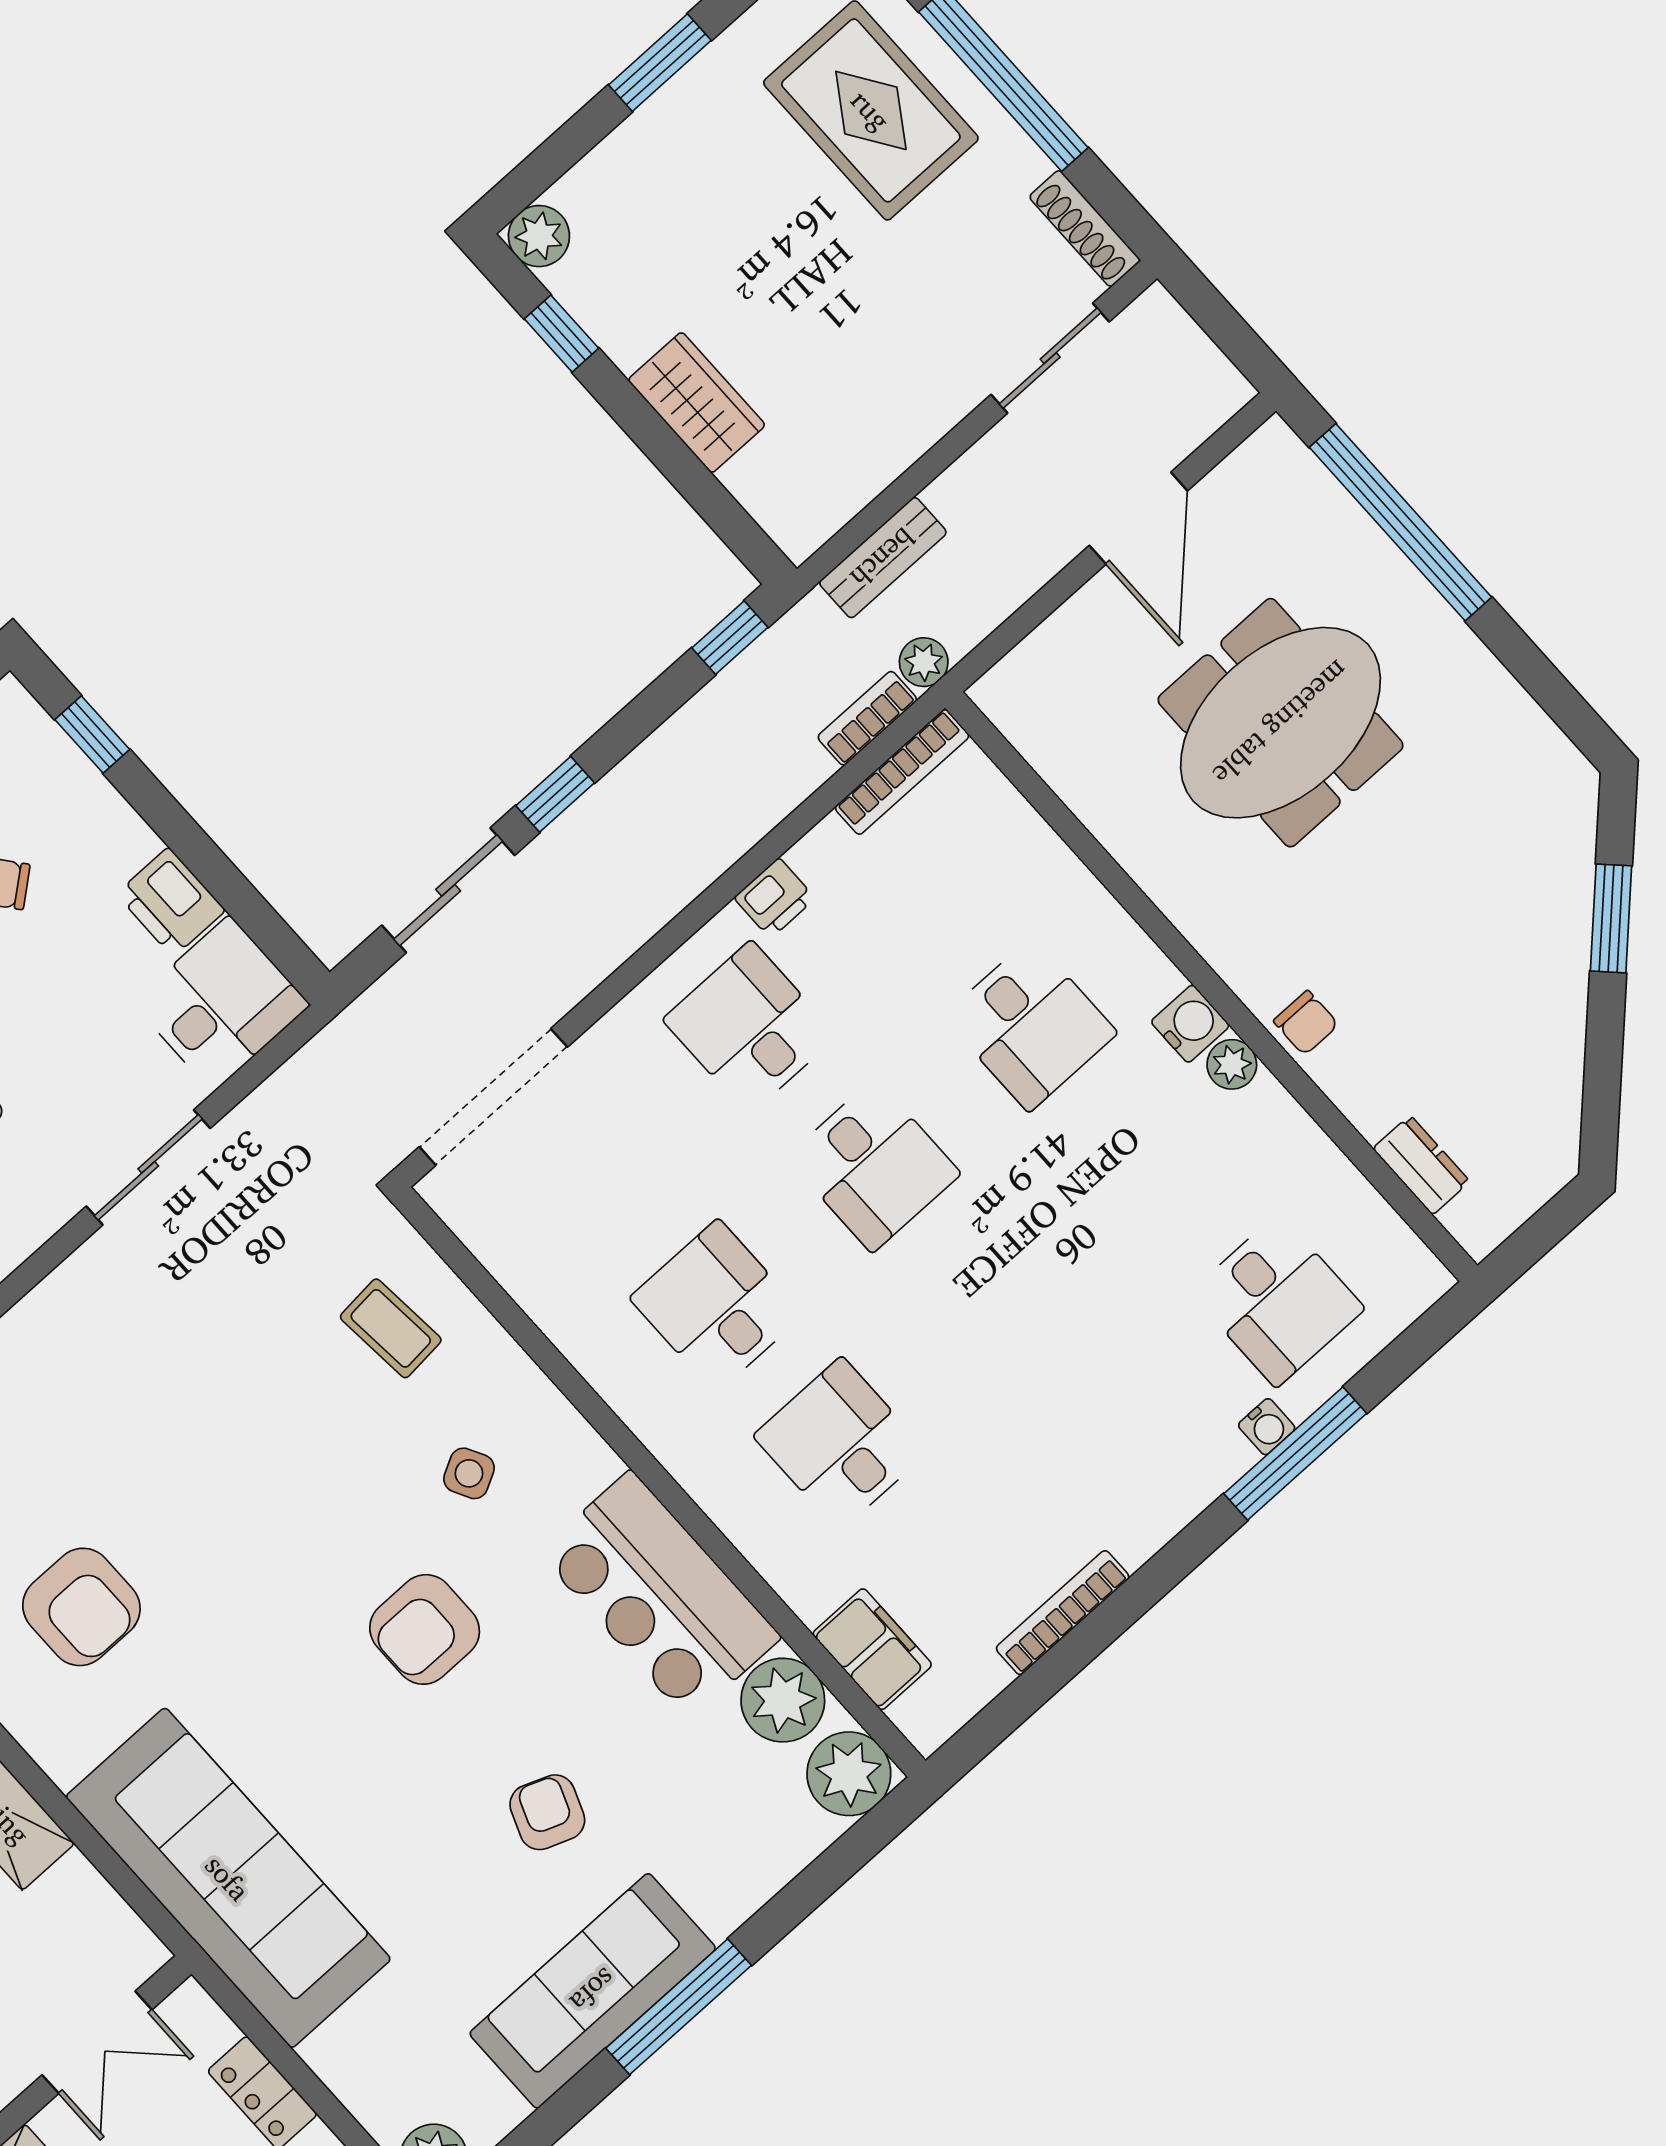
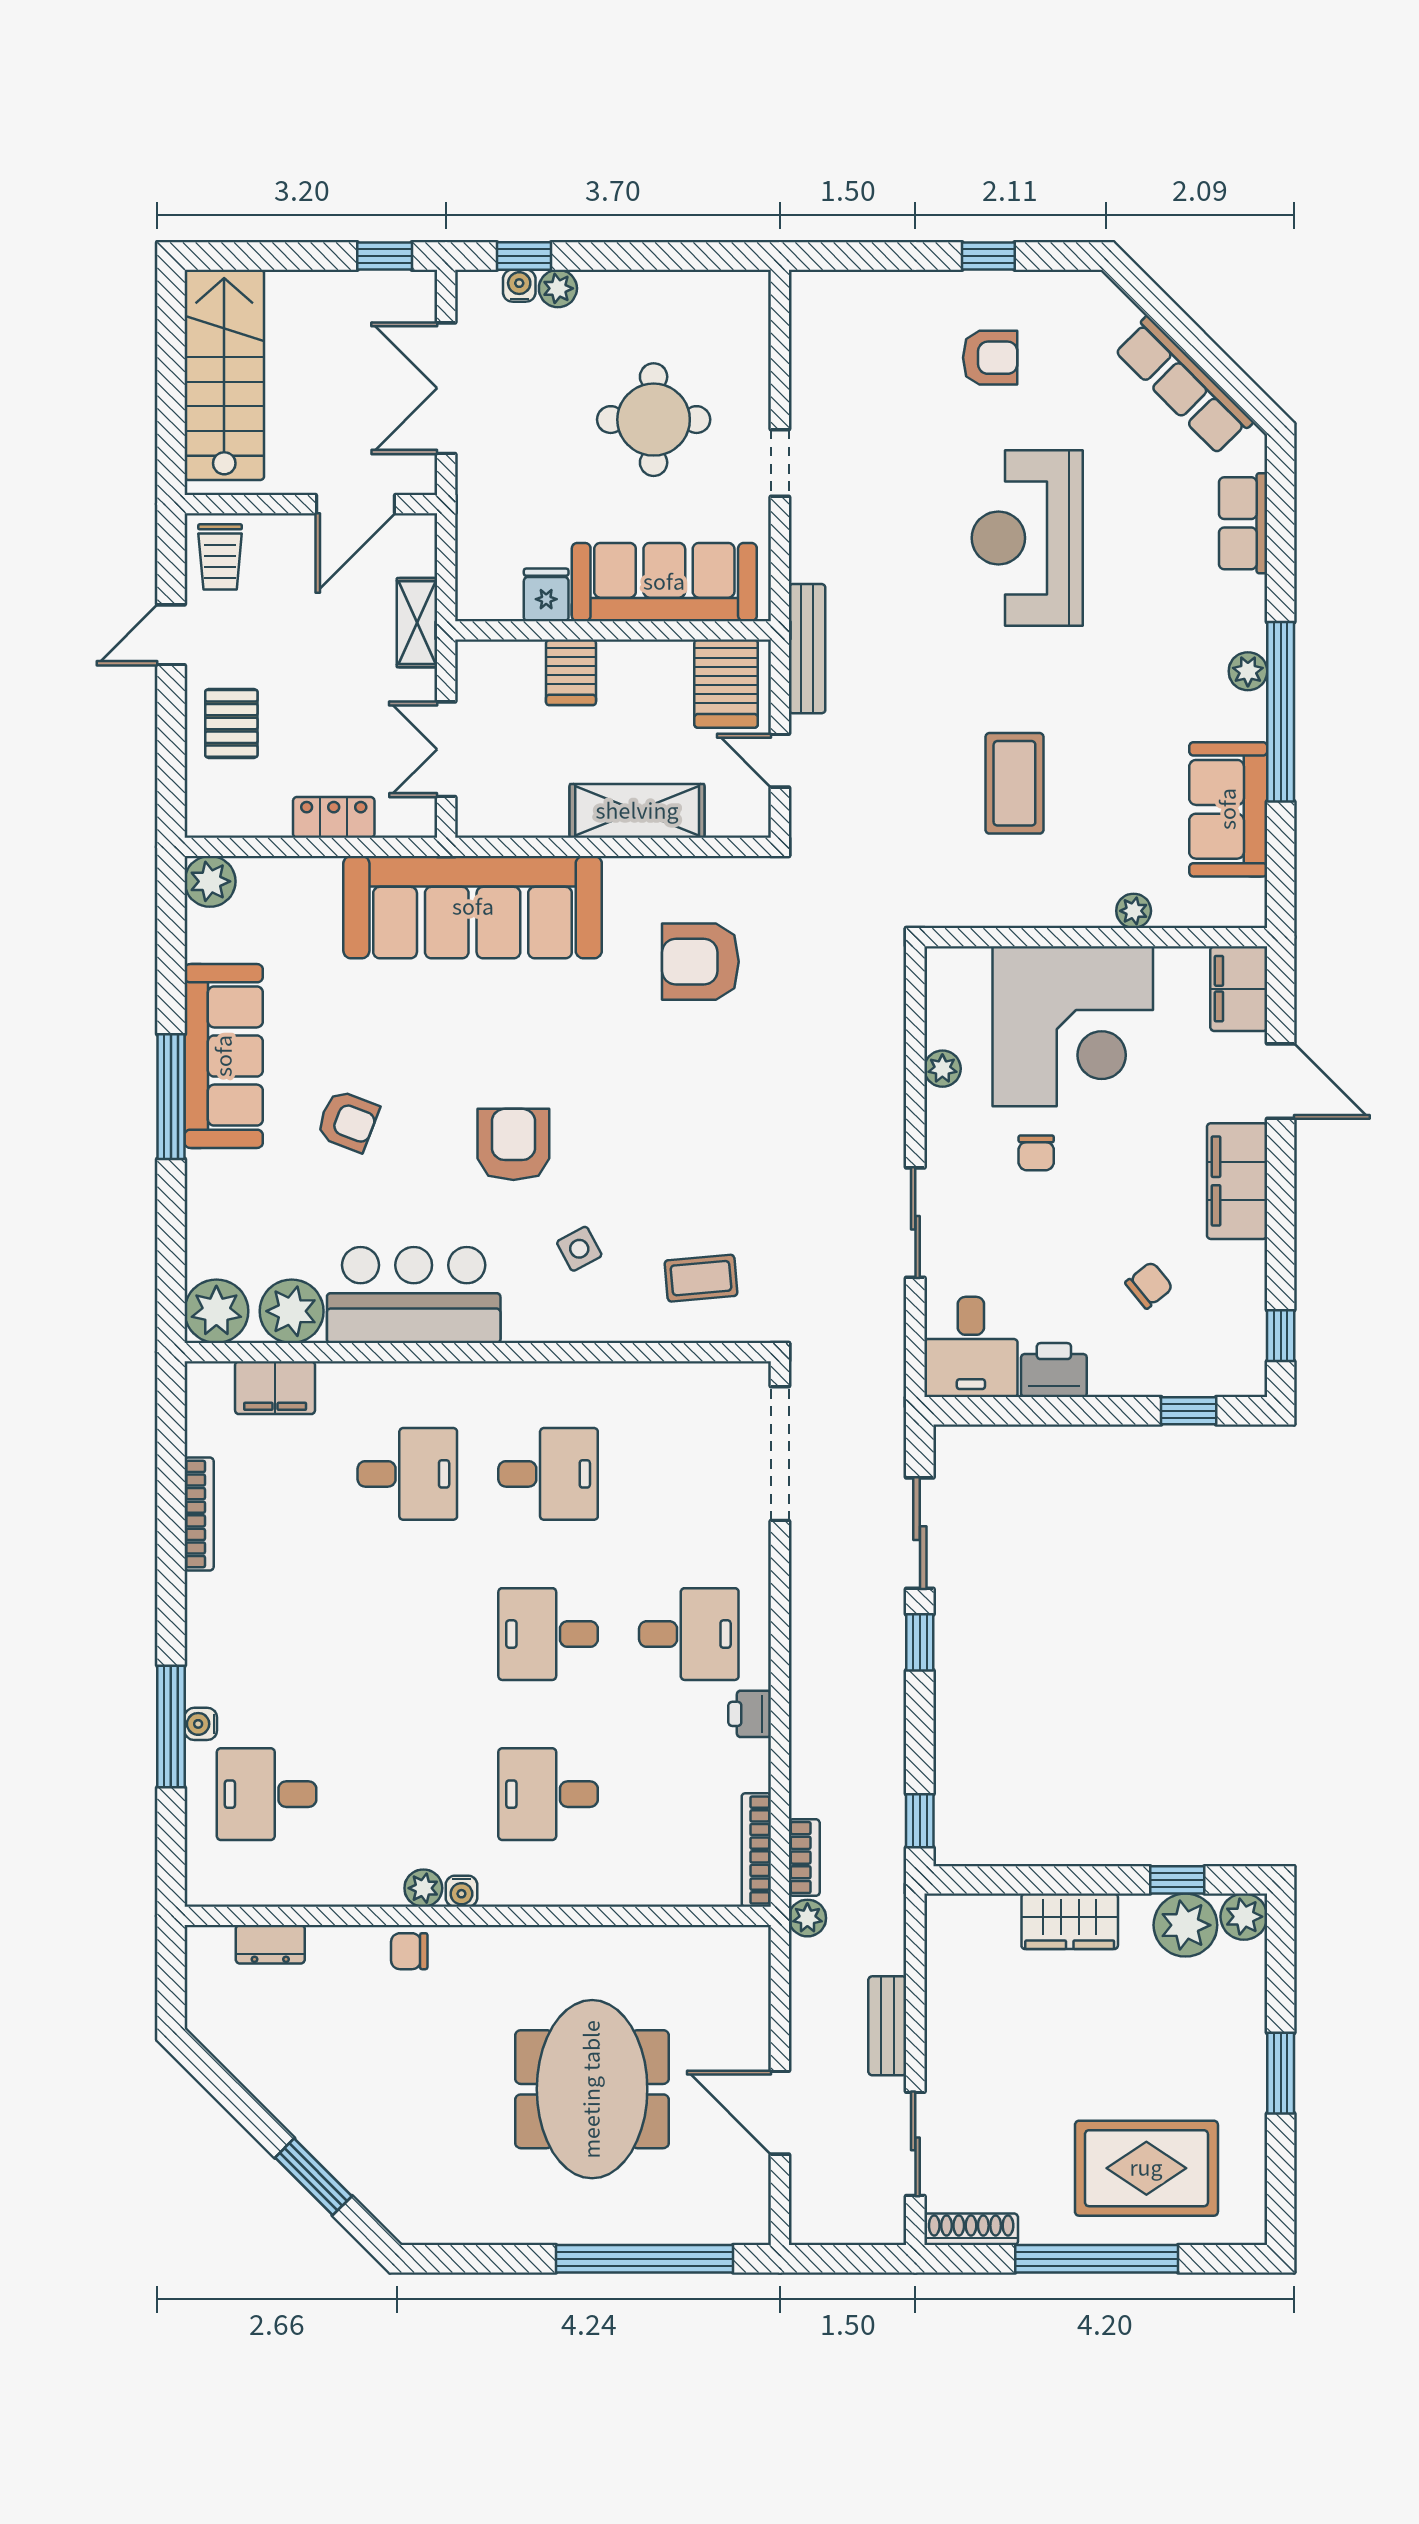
plant: (599, 286) -> (1185, 1925), added
bench: (883, 558) -> (887, 2026), moved
water cooler: (1190, 1024) -> (461, 1891), width x0.72, depth x0.72

